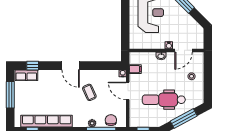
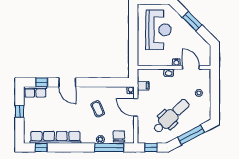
door: (184, 50) -> (191, 67), swing flipped
door: (71, 66) -> (67, 82), moved
window: (10, 95) -> (19, 111), width x0.46
dental chair: (164, 100) -> (171, 116), turned 137

